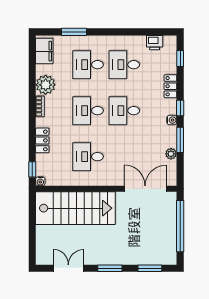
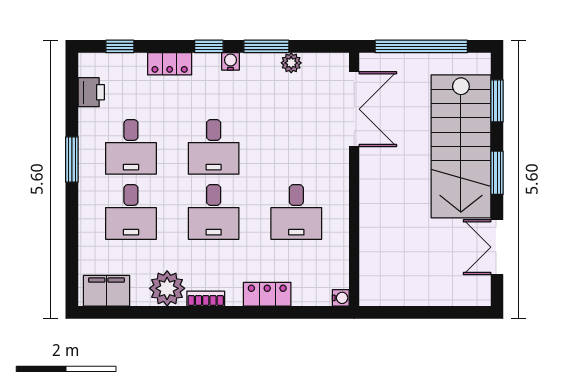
window: (74, 32) -> (72, 159), moved
window: (32, 169) -> (319, 312), removed
double door: (145, 189) -> (354, 109), swing flipped
stairs: (75, 208) -> (461, 146), moved, turned 180

